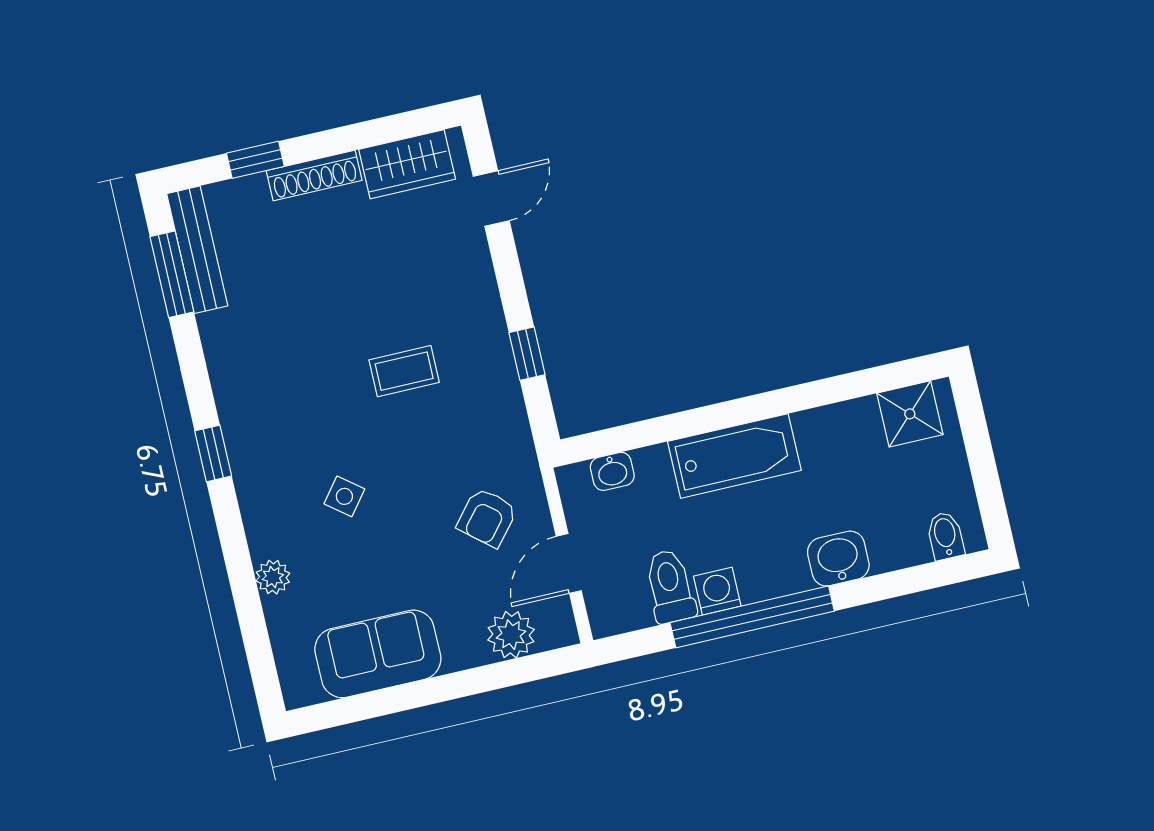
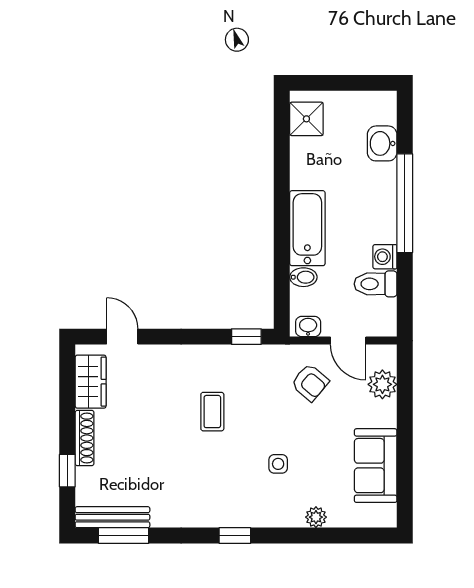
window: (527, 354) -> (246, 337), moved
washbasin: (612, 471) -> (308, 327), moved, turned -90
side table: (344, 496) -> (278, 464), turned -38
bidet: (945, 536) -> (303, 277), moved, turned 180
washbasin: (838, 559) -> (382, 143), moved
window: (752, 617) -> (405, 203), moved

